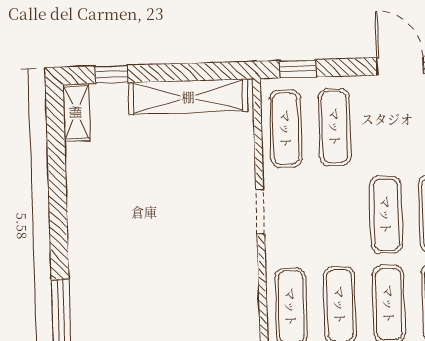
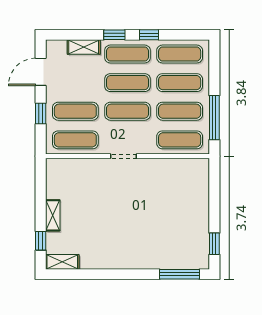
window: (298, 69) -> (41, 113), moved
shelving: (188, 97) -> (53, 215), width x0.45, depth x0.75
exercise mat: (337, 216) -> (127, 111), added

